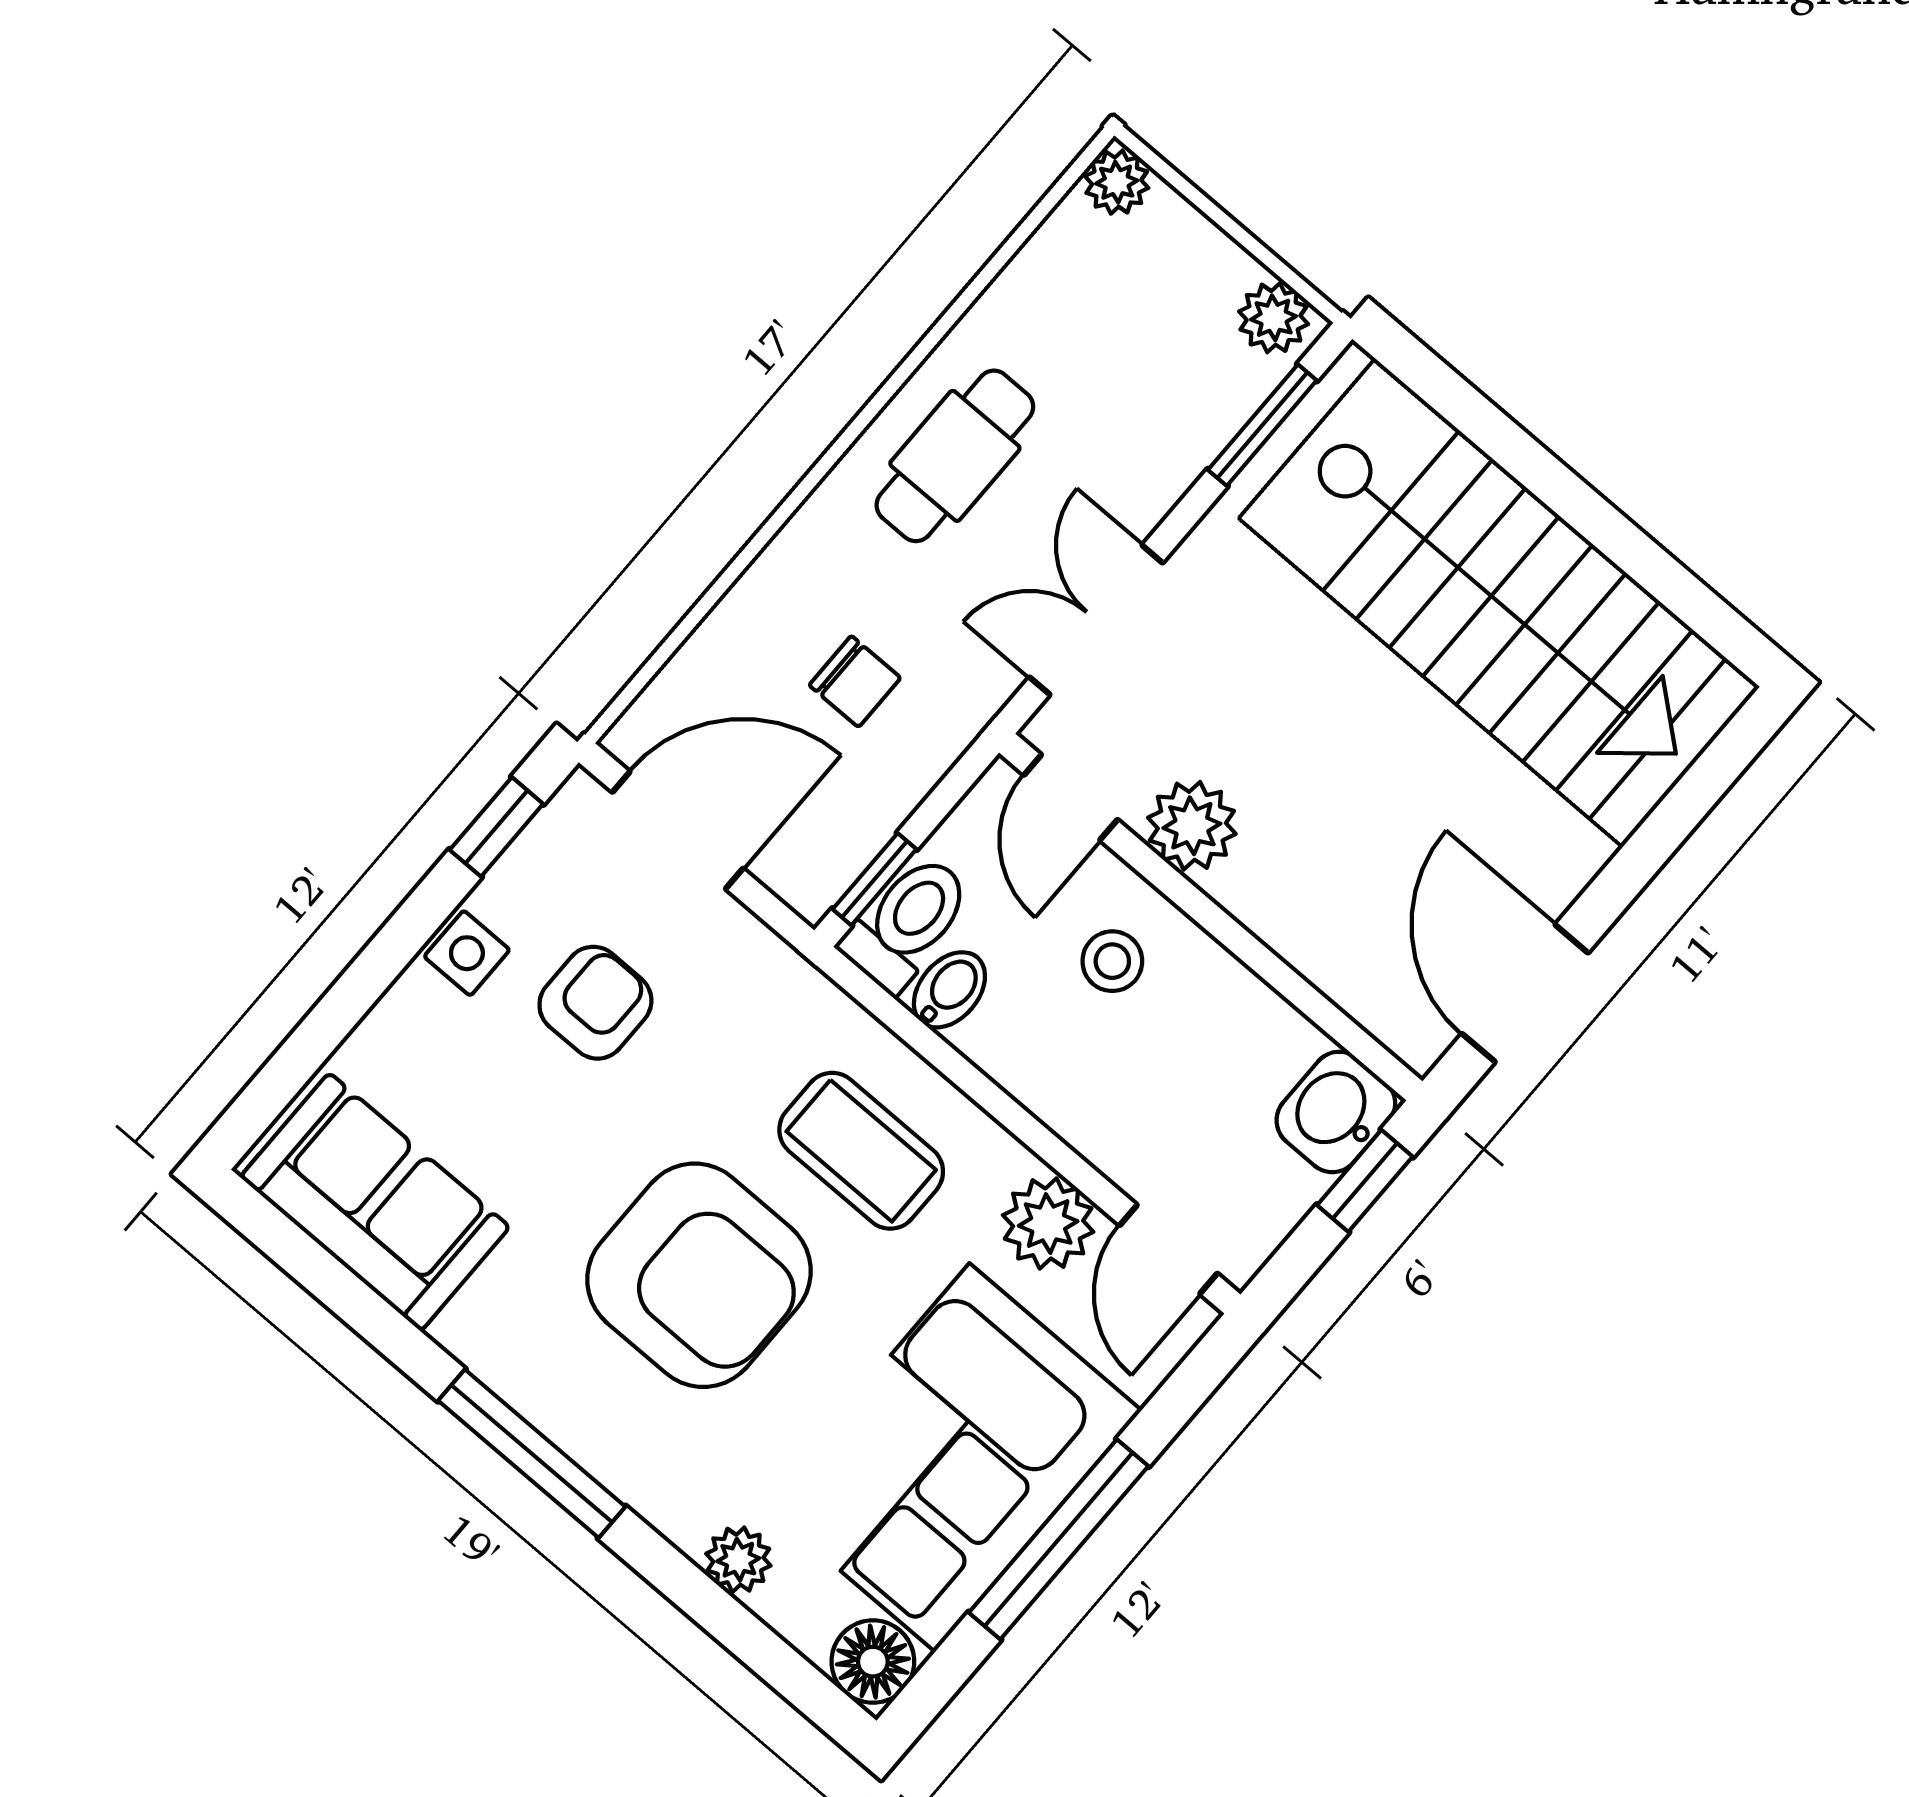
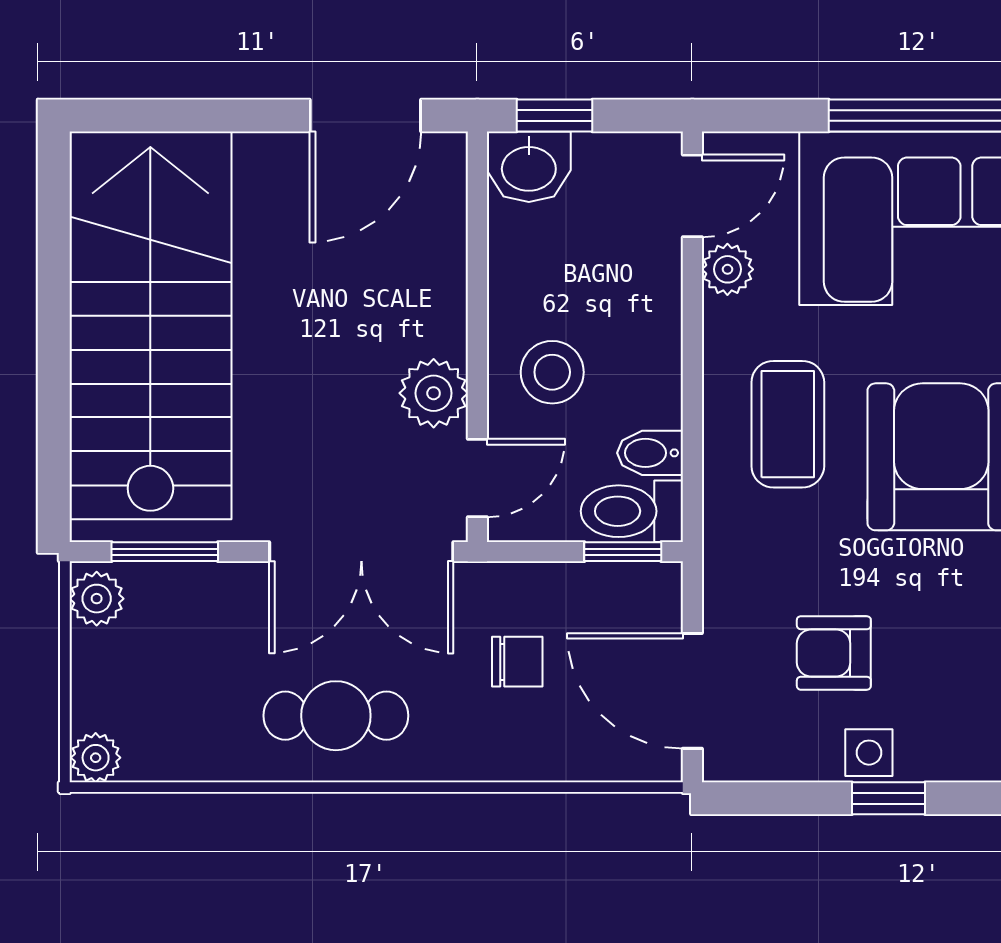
double door: (1096, 620) -> (361, 552), width x1.37
chair: (855, 682) -> (517, 662), turned 90
window: (496, 827) -> (889, 798), moved
stool: (1112, 961) -> (552, 372), width x1.37, depth x1.37
plant: (1048, 1223) -> (727, 269), width x0.73, depth x0.73

